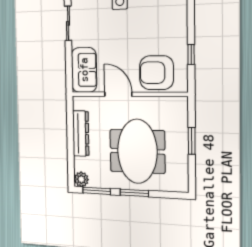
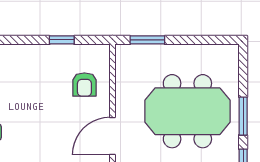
armchair: (156, 73) -> (84, 85), width x0.53, depth x0.53
window: (192, 141) -> (147, 40), moved

